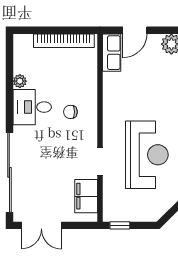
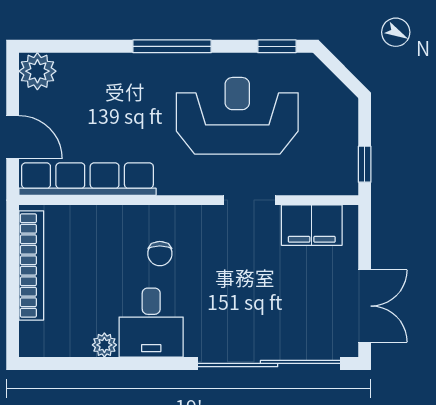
row of seats: (112, 53) -> (87, 179), width x2.02

